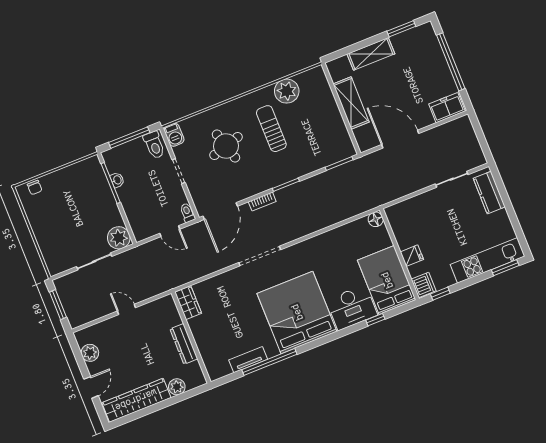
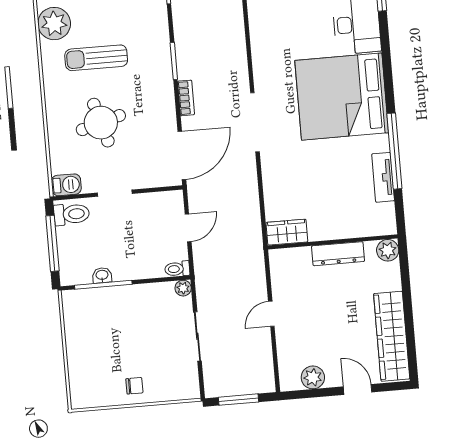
chair: (35, 188) -> (134, 386), moved
door: (220, 211) -> (182, 155), hinge flipped
toilet: (187, 213) -> (177, 269), moved
plant: (119, 238) -> (183, 288), width x0.53, depth x0.53
plant: (177, 387) -> (388, 250), moved

